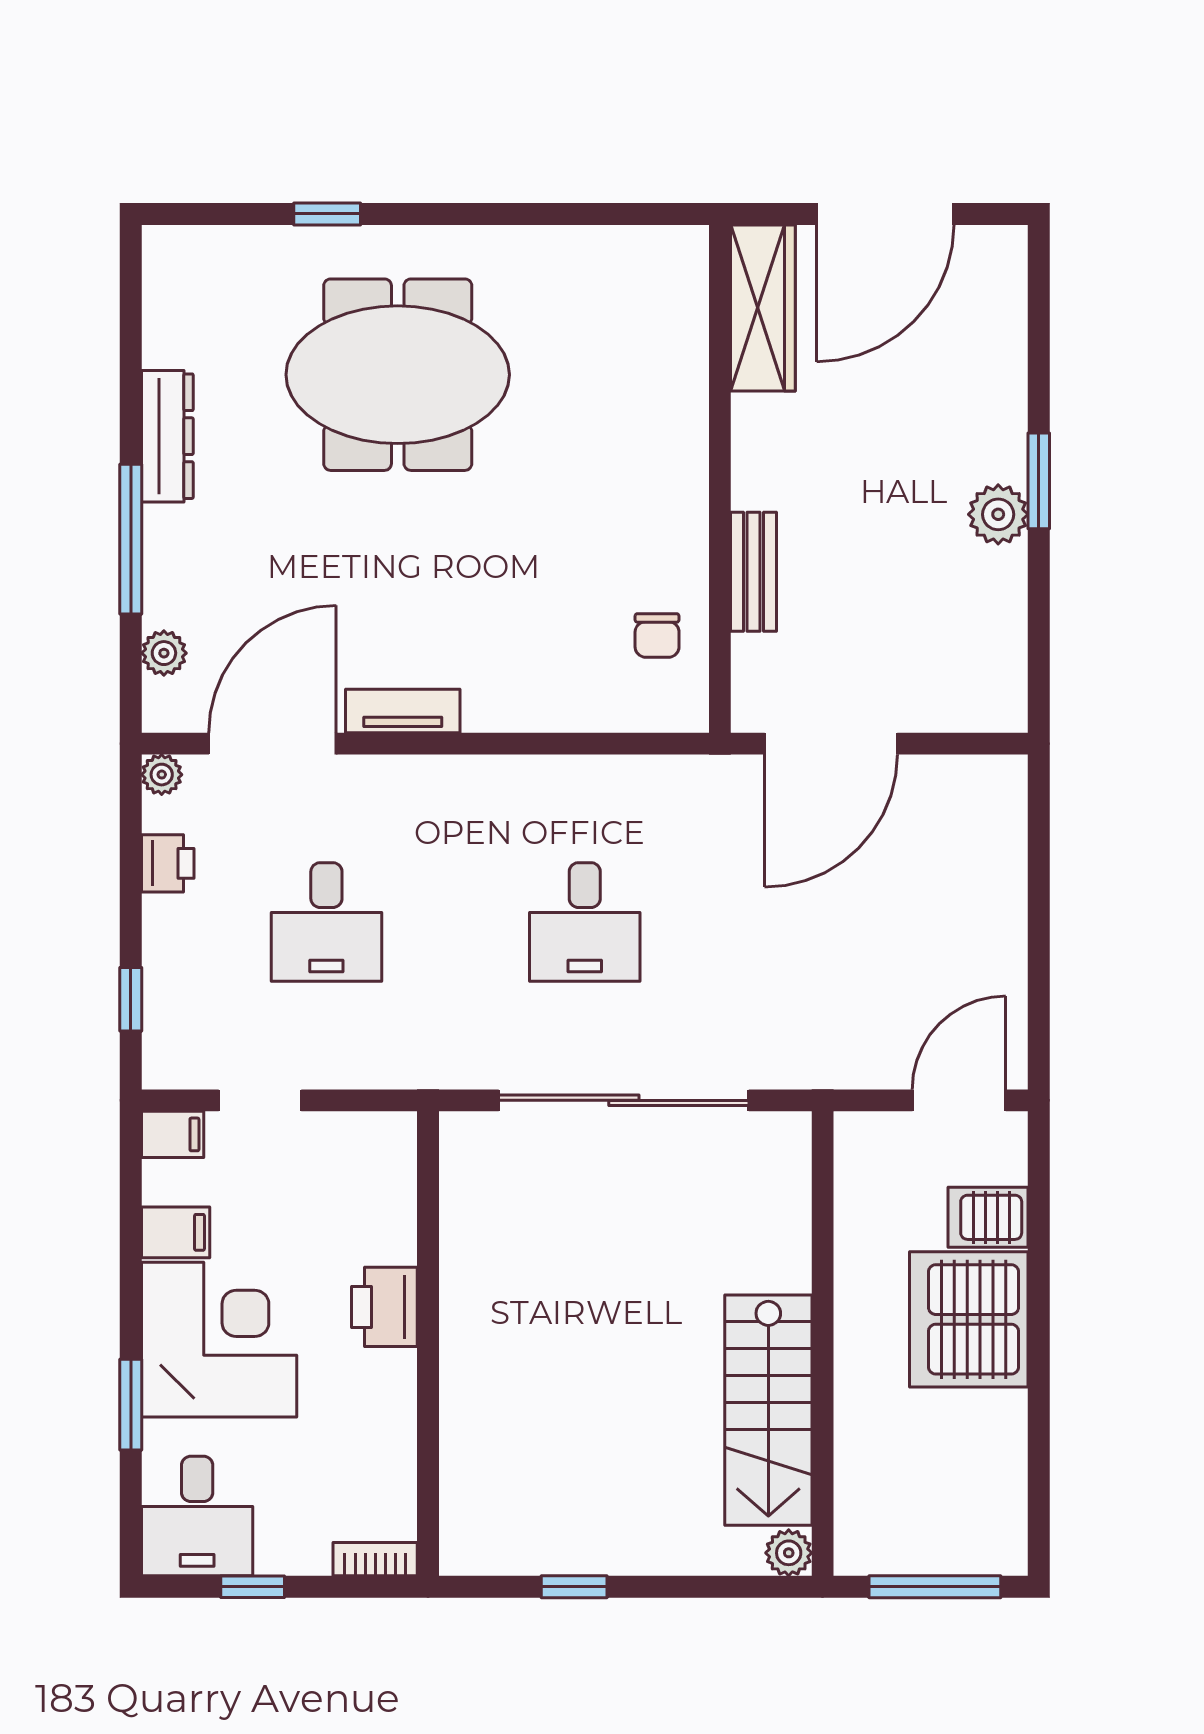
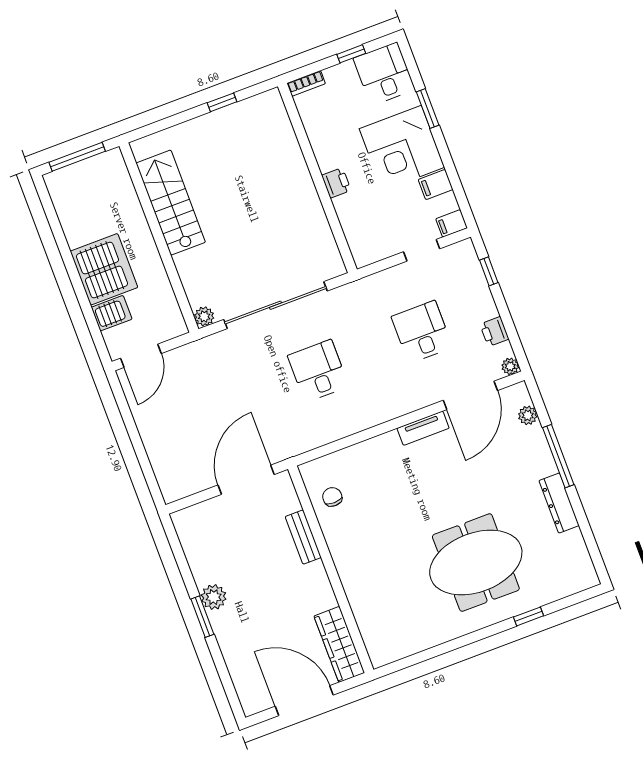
door: (885, 214) -> (304, 701), hinge flipped
printer: (384, 1307) -> (336, 183), width x0.73, depth x0.81
plant: (789, 1553) -> (204, 316), moved

